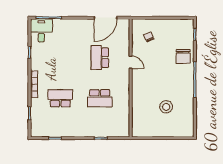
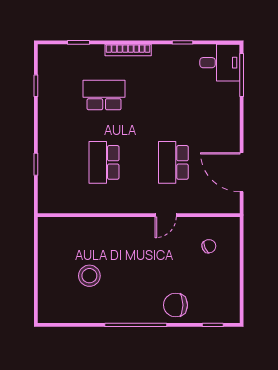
school desk: (100, 58) -> (173, 162), turned -90
school desk: (60, 98) -> (104, 95), turned -90

